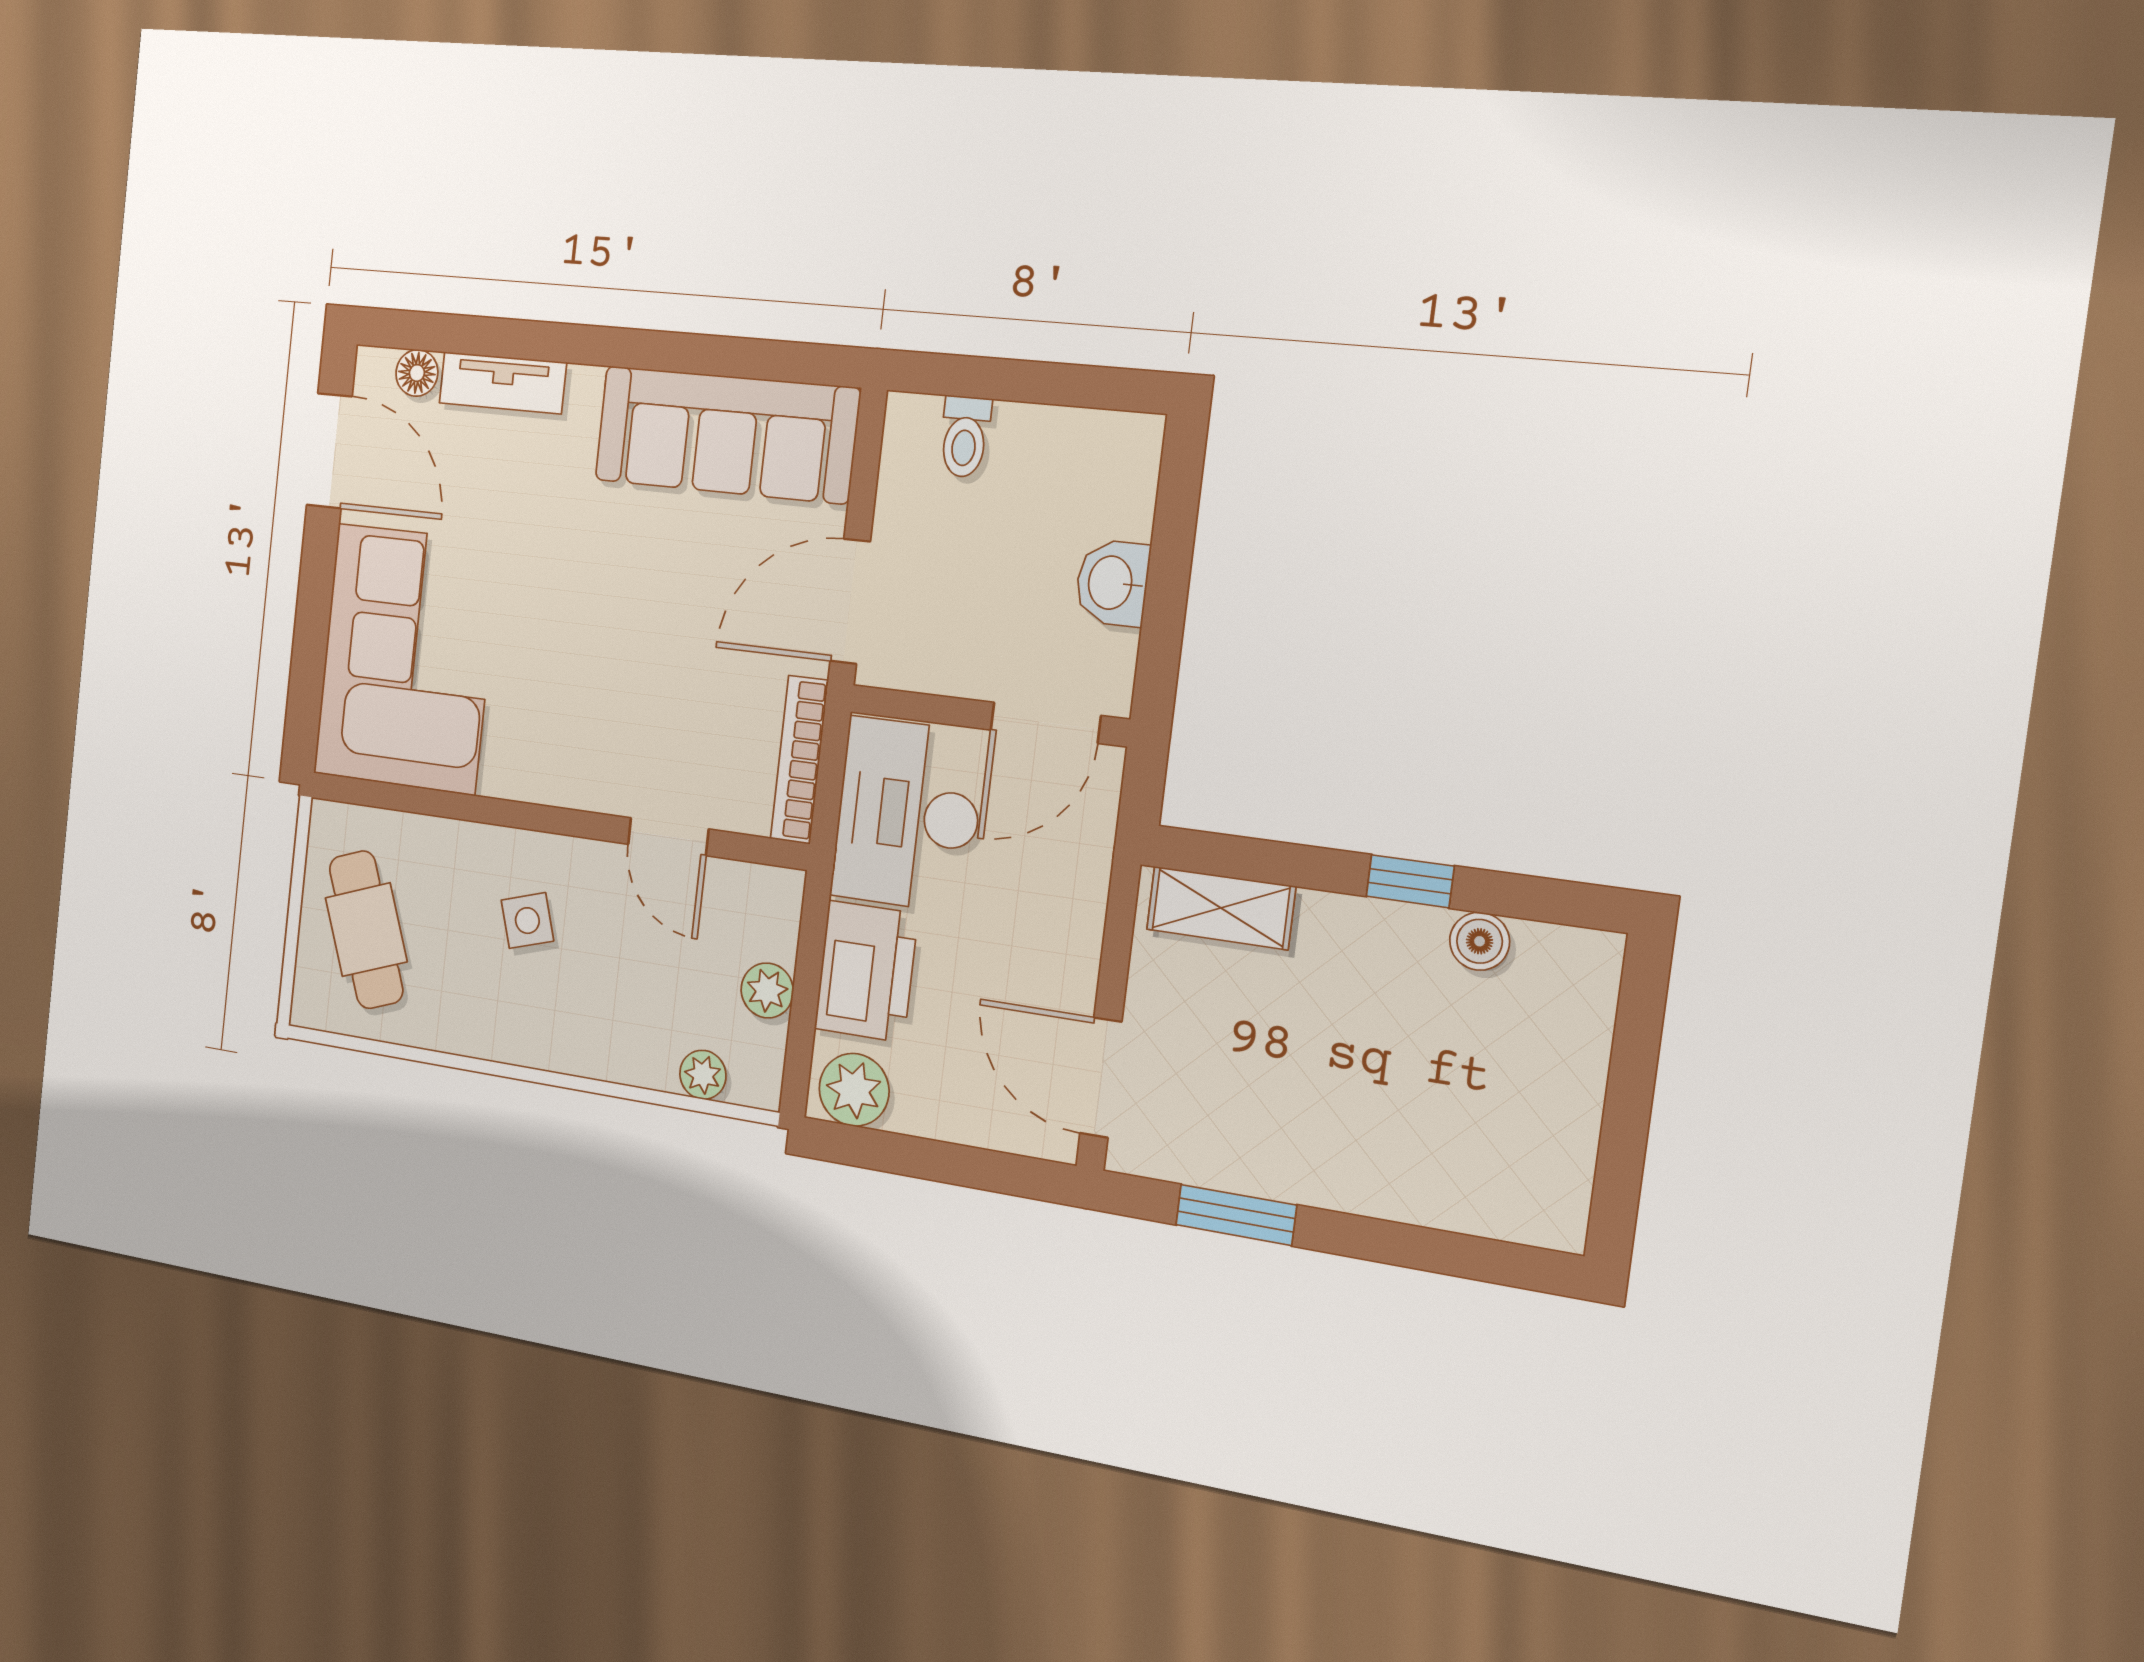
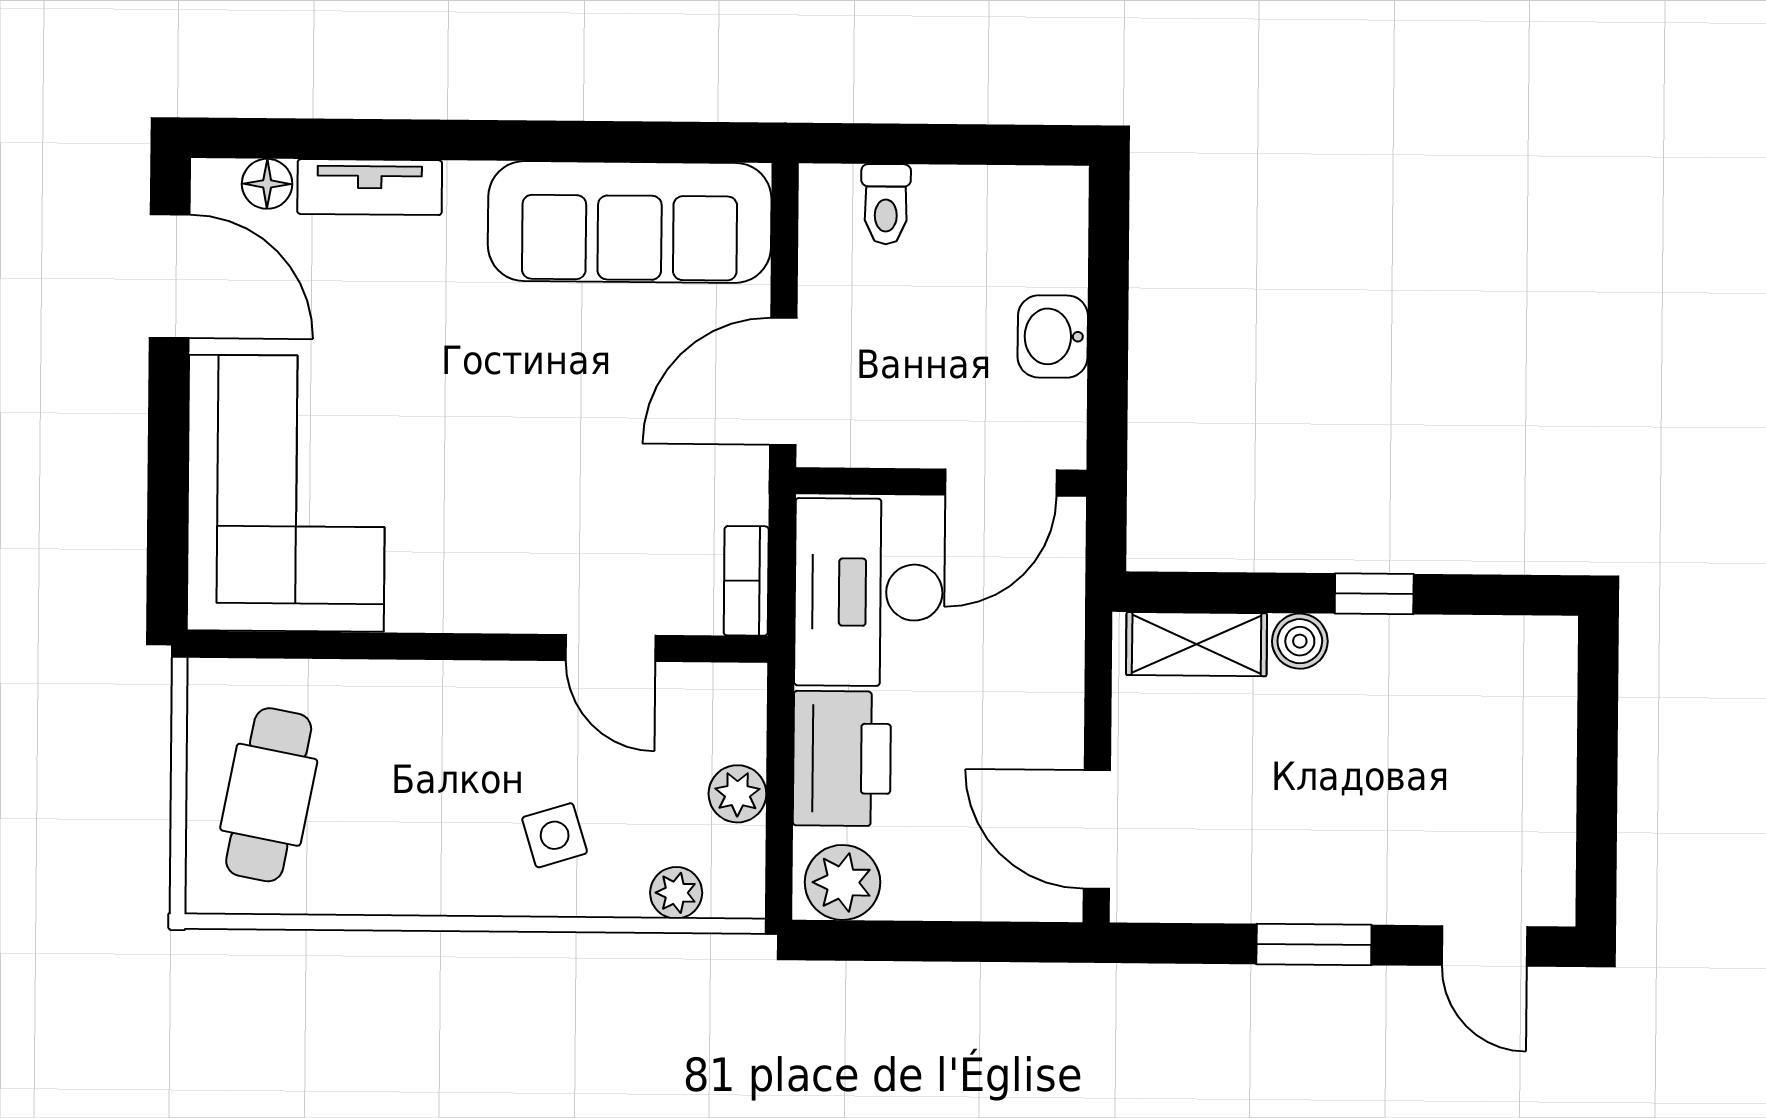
bookcase: (799, 760) -> (746, 581), width x0.64
side table: (527, 921) -> (555, 835), moved
cafe table: (366, 930) -> (269, 795), turned 31
boiler: (1480, 941) -> (1300, 641), moved
window: (1236, 1215) -> (1314, 944), moved
door: (1484, 1260) -> (1484, 946), added

